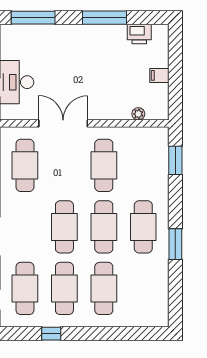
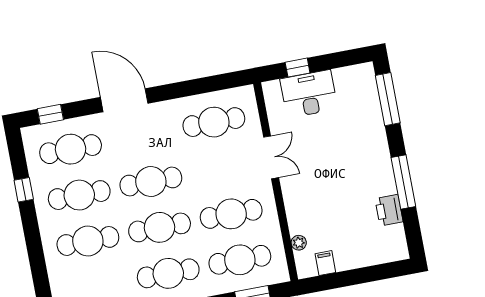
printer: (139, 34) -> (389, 210), moved
filing cabinet: (159, 75) -> (325, 263), moved
double door: (63, 123) -> (271, 157), width x0.73
cafe table: (143, 165) -> (240, 260), added

